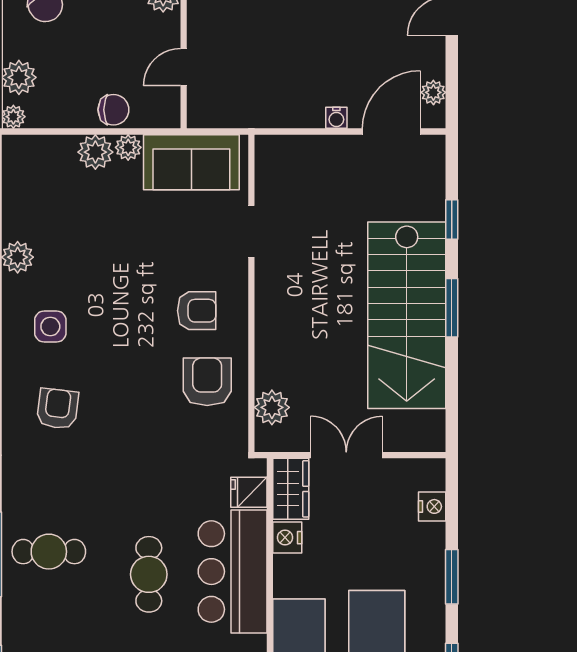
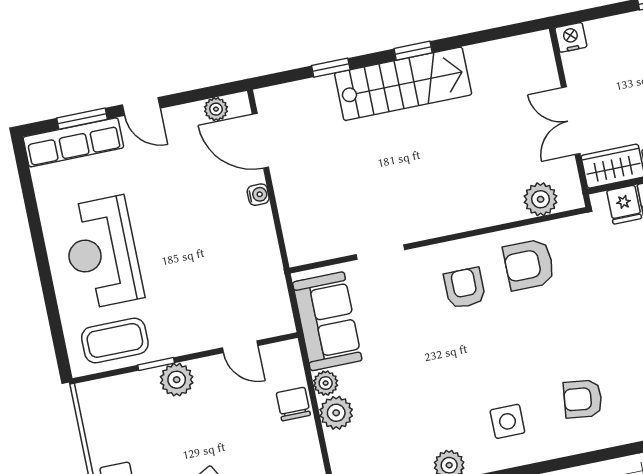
window: (452, 308) -> (413, 51), width x0.67
stairs: (407, 315) -> (403, 84), width x0.73, depth x0.66
nightstand: (432, 506) -> (571, 37), moved

